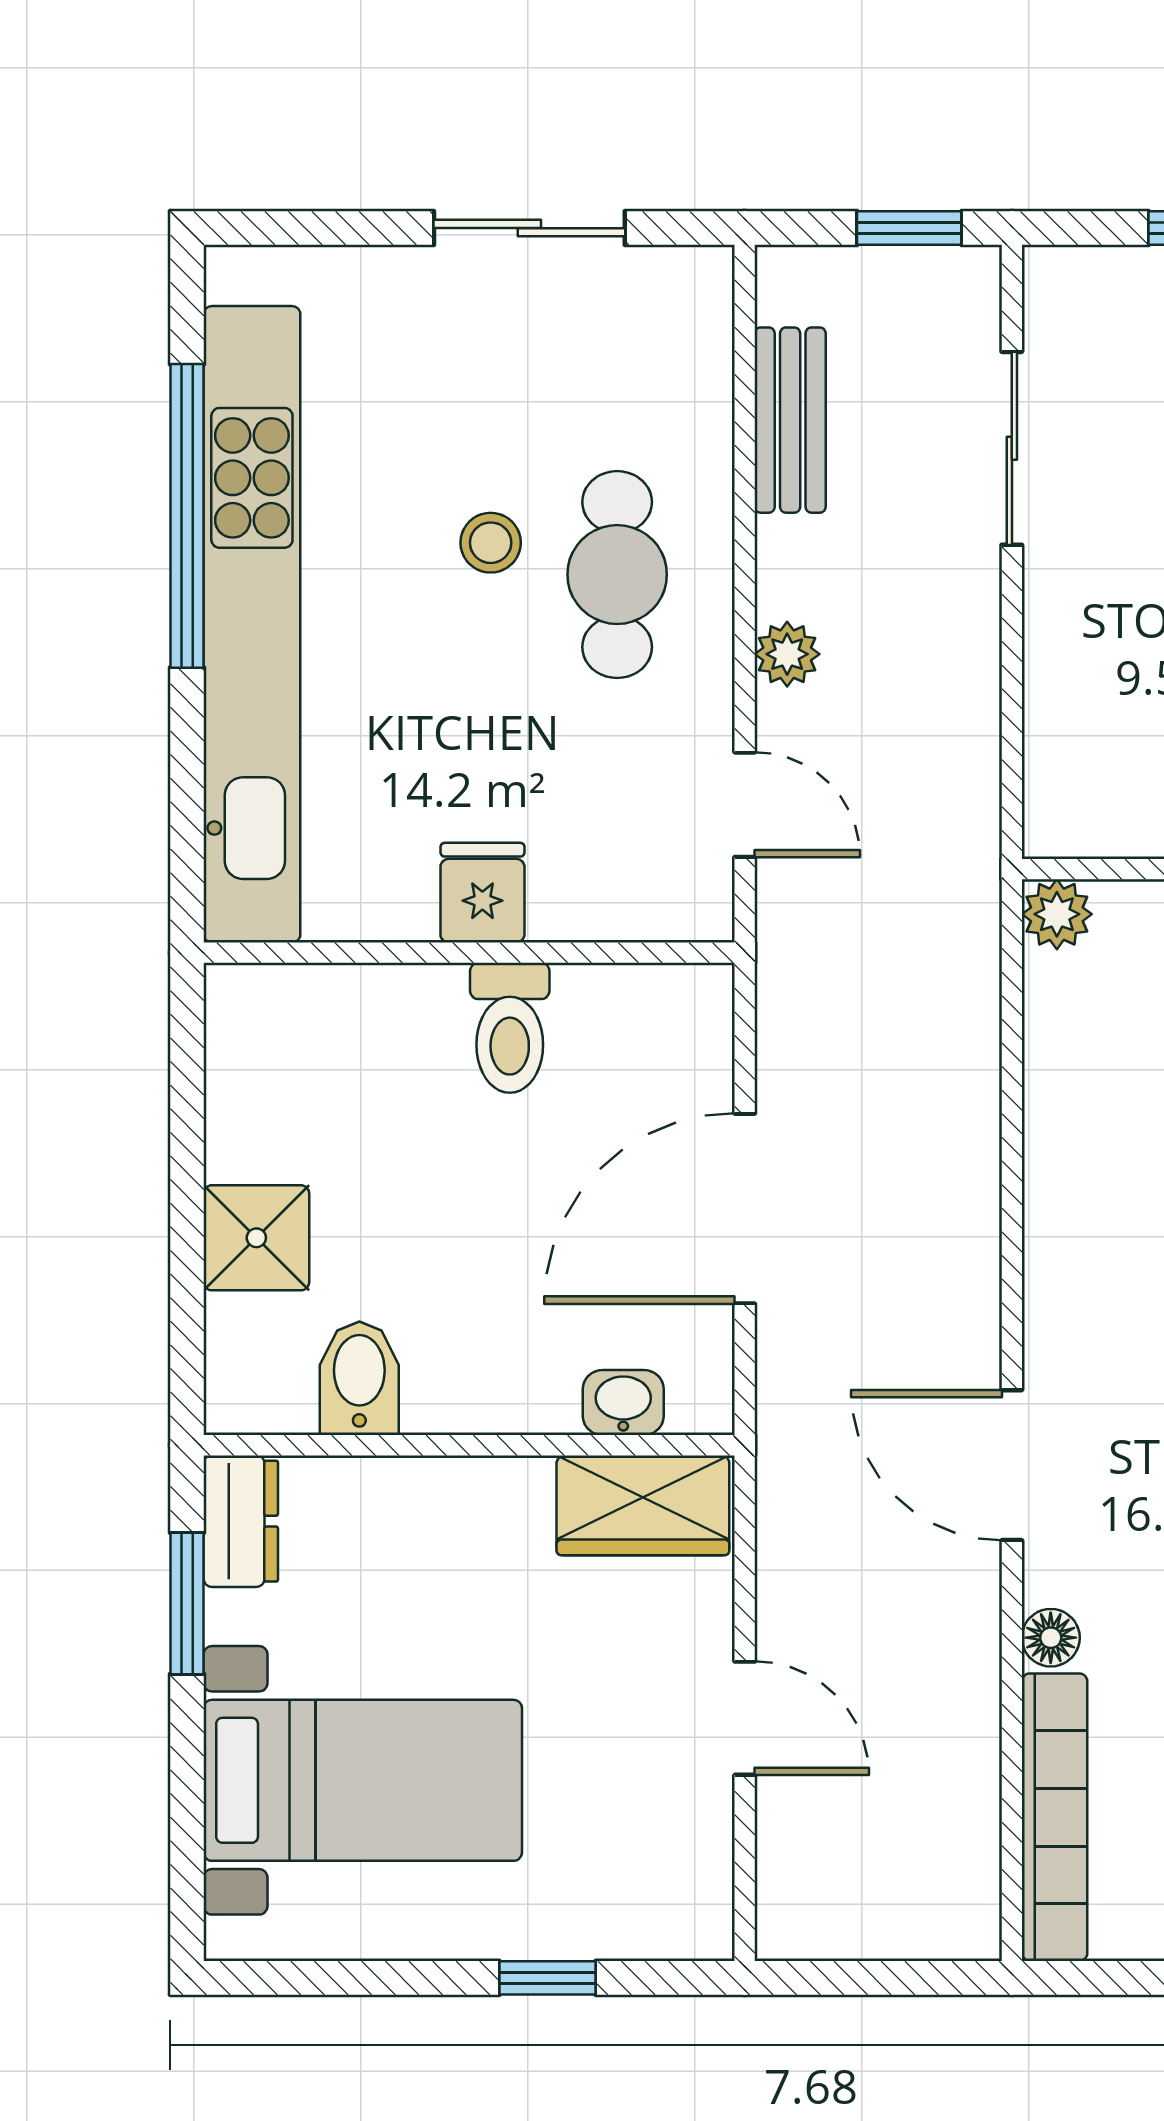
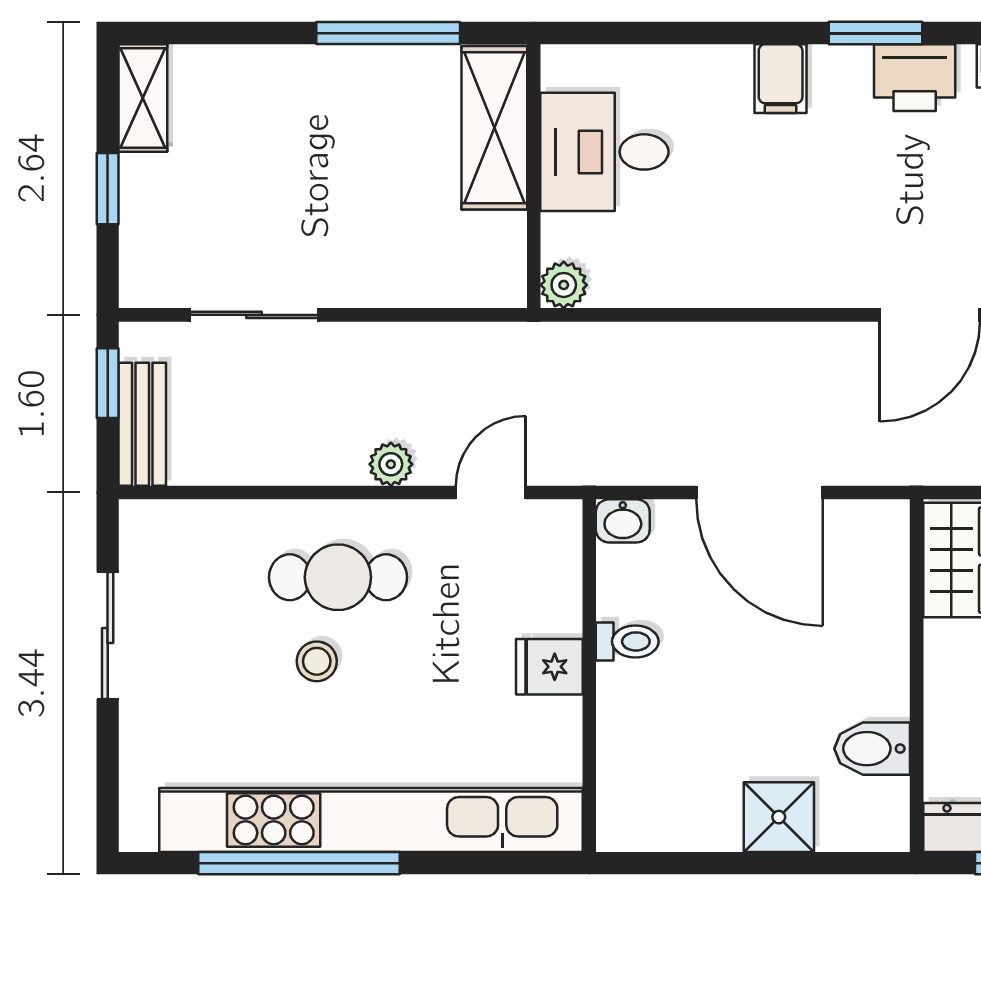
bench: (790, 420) -> (142, 424), moved, turned 90
toilet: (510, 1028) -> (627, 641), width x0.73, depth x0.72
washbasin: (623, 1403) -> (623, 521), moved, turned -90

